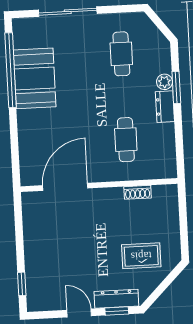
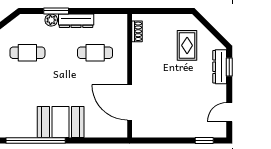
booth: (35, 78) -> (61, 122), moved
dresser: (165, 107) -> (76, 21), width x1.44
shoe rack: (138, 192) -> (137, 31), moved
door: (79, 313) -> (229, 112), moved

